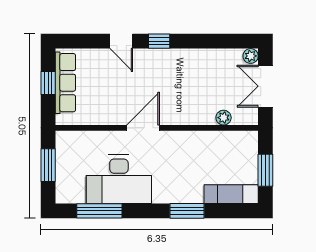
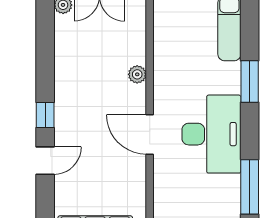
plant: (224, 118) -> (137, 74), moved
desk: (119, 179) -> (211, 134), moved

